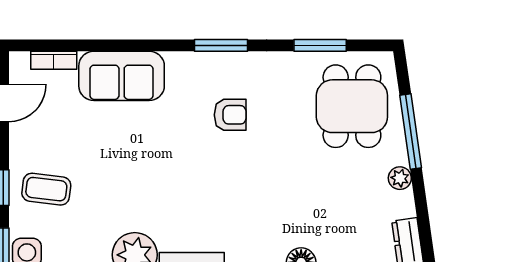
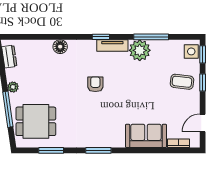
dining table: (352, 106) -> (36, 121), turned 90
armchair: (230, 115) -> (95, 84), moved, turned 90

